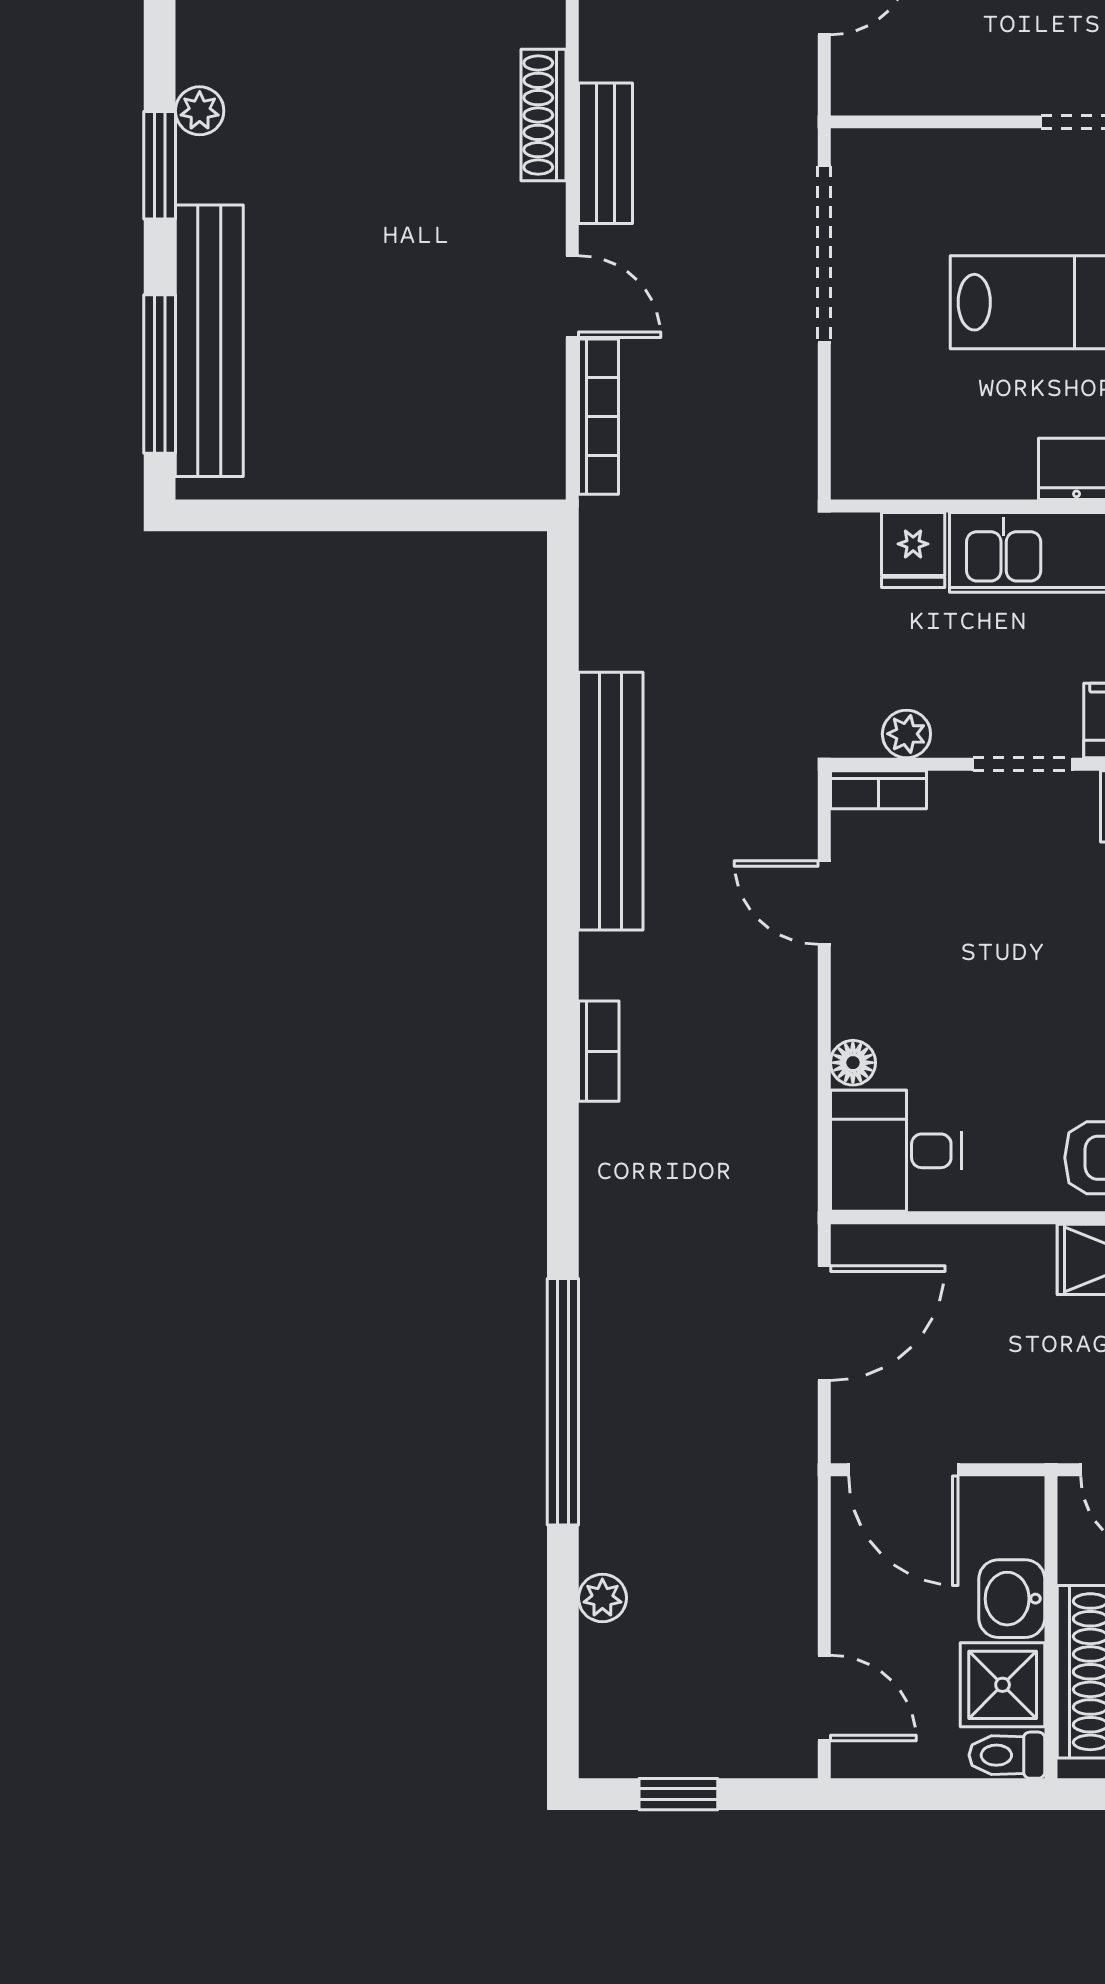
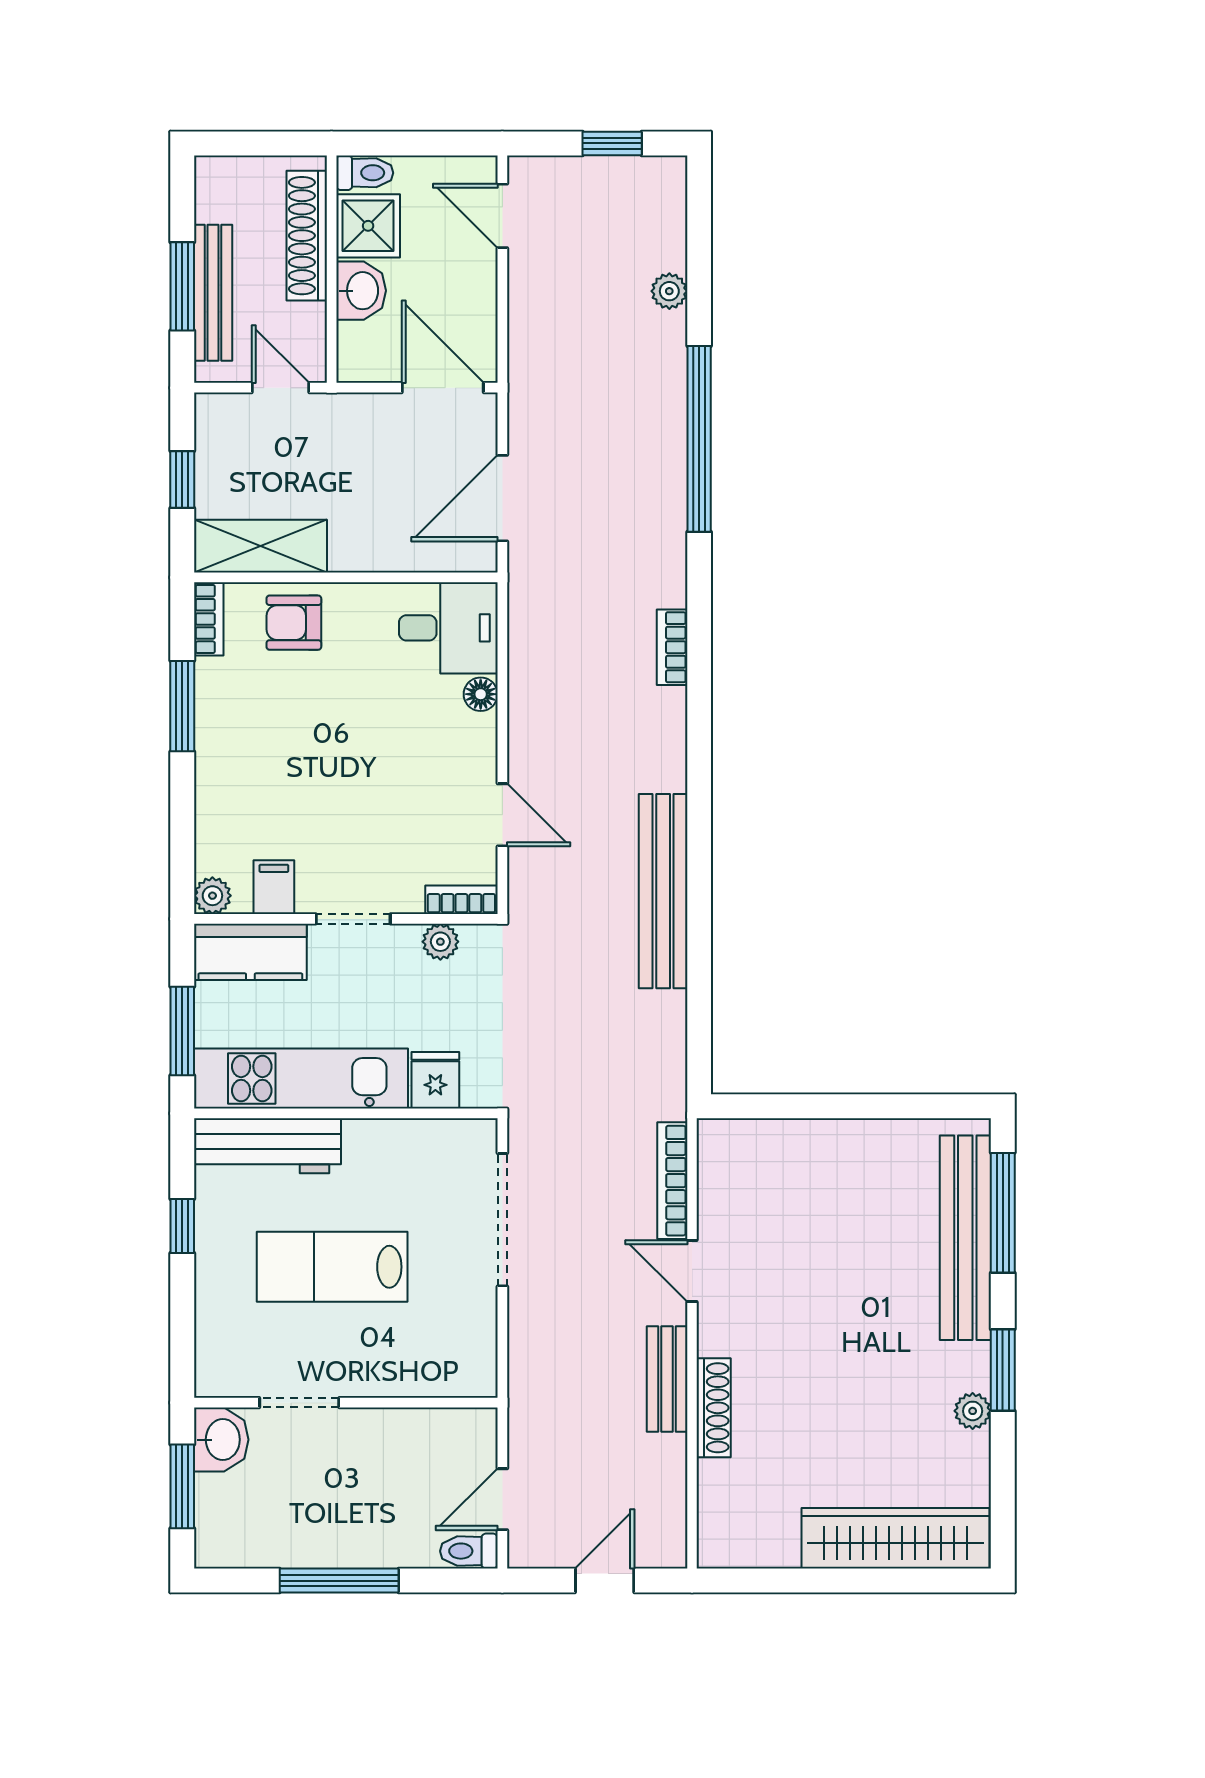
doorway: (824, 254) -> (502, 1220), moved
bookcase: (599, 1051) -> (672, 647), moved

